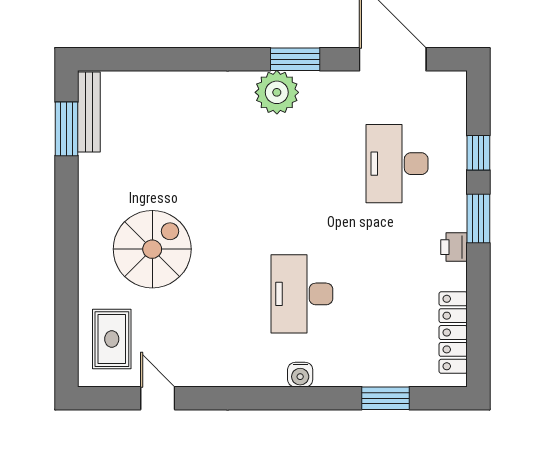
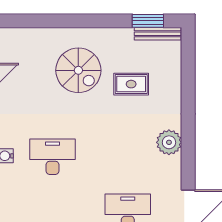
window: (295, 59) -> (188, 153), removed
rug: (112, 339) -> (131, 84), moved

